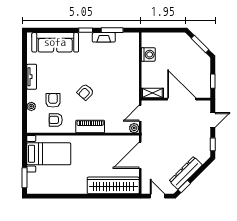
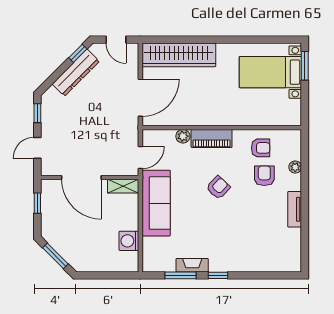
sofa: (55, 42) -> (156, 203), moved, turned 90
armchair: (53, 100) -> (264, 176), turned 180
plant: (134, 128) -> (183, 136), moved
bed with nightstands: (49, 154) -> (270, 72), moved

